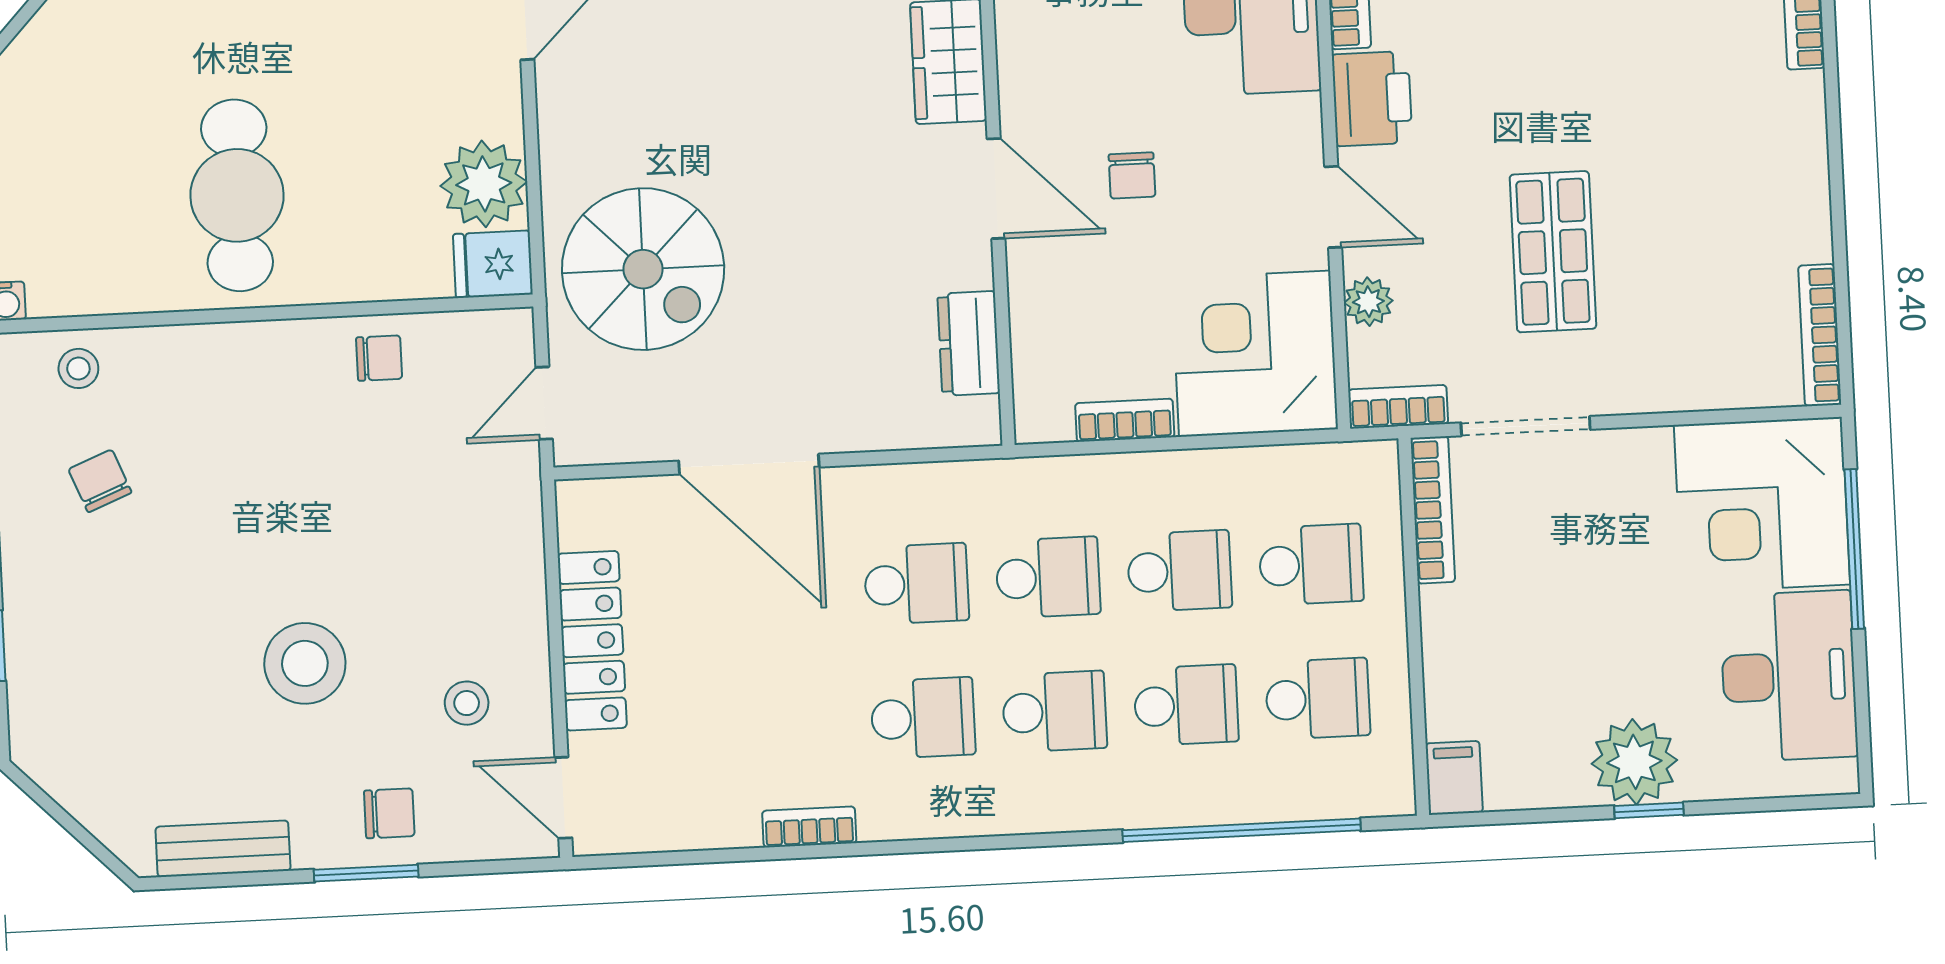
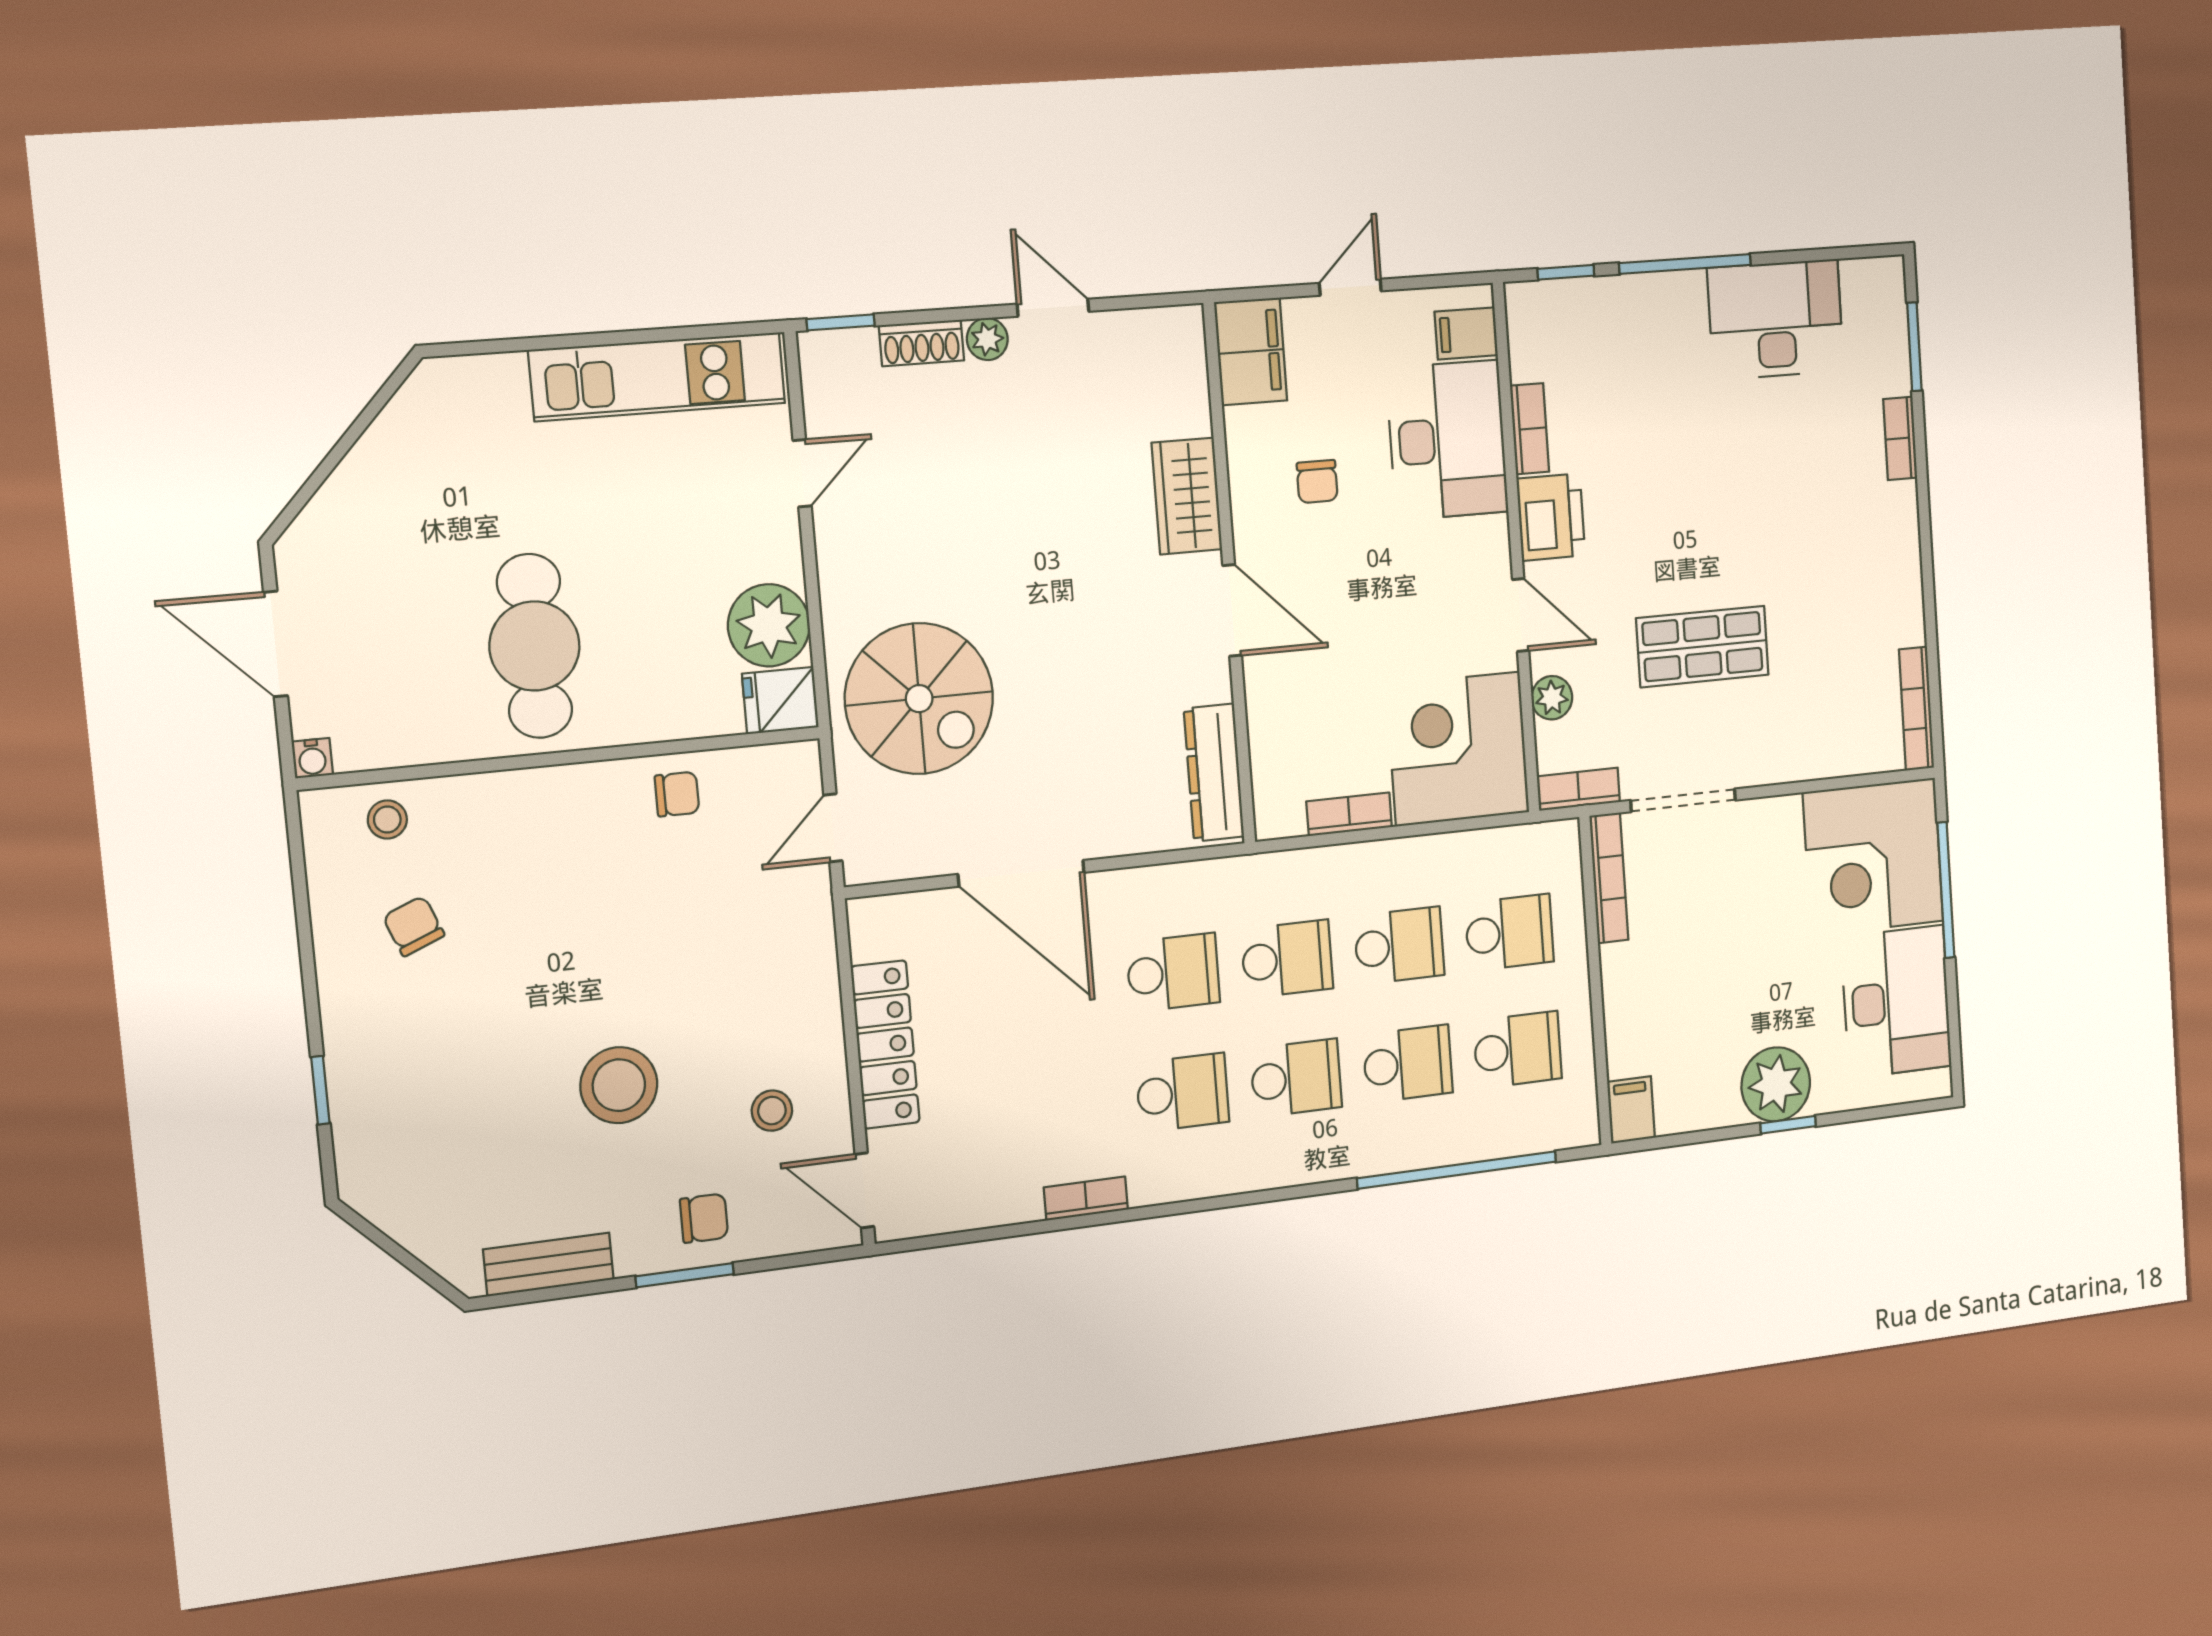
chair: (1132, 176) -> (1317, 482), moved
shop shelf: (1553, 252) -> (1703, 647), turned 90
dresser: (969, 343) -> (1214, 773), width x1.44

